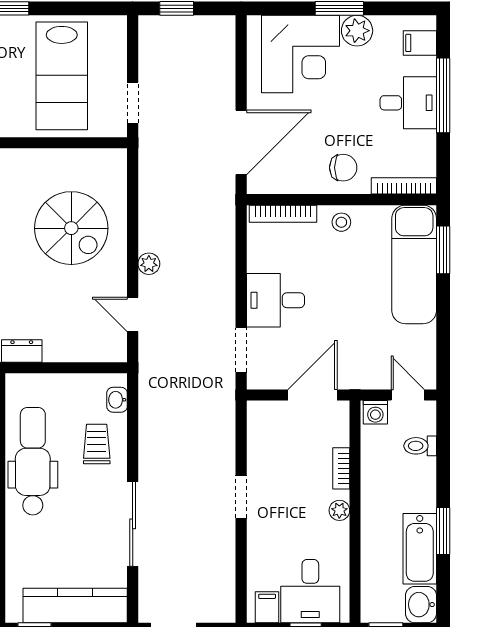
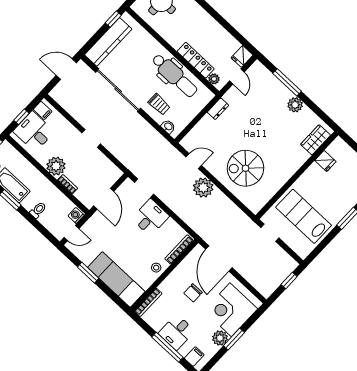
chair: (343, 168) -> (193, 293), moved
window: (443, 250) -> (88, 273), moved
plant: (149, 264) -> (203, 188), width x1.87, depth x1.87
toilet: (420, 446) -> (38, 210), moved
plant: (339, 510) -> (56, 166), width x1.88, depth x1.88
sliding door: (133, 524) -> (118, 90), width x1.36

